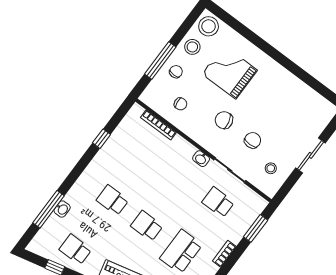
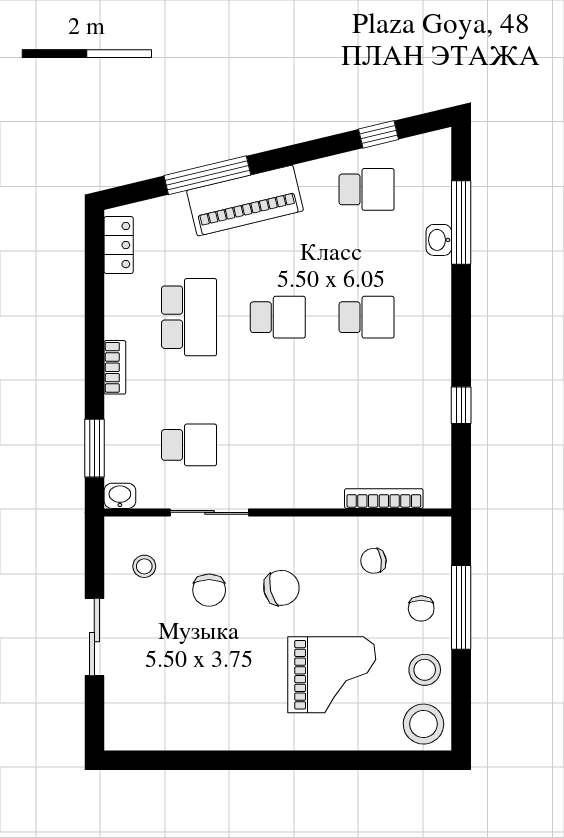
washbasin: (201, 159) -> (120, 496), moved

